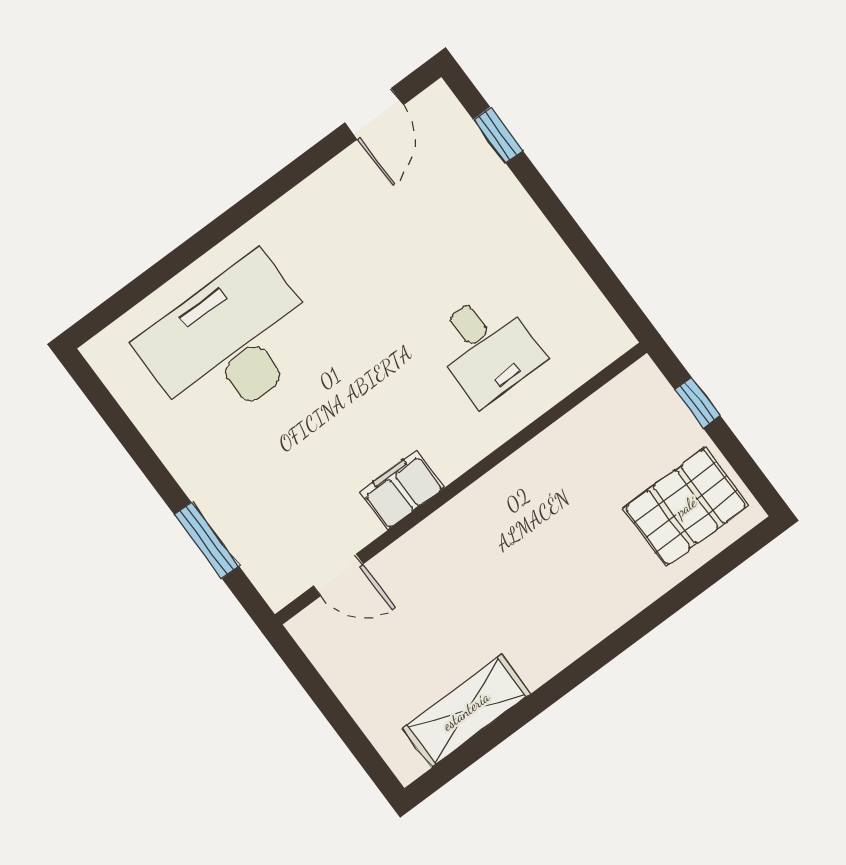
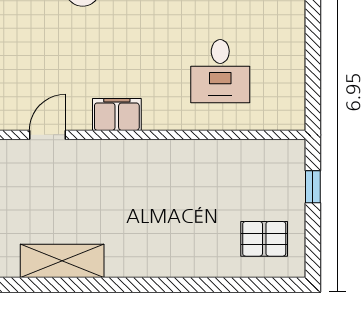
pallet: (686, 507) -> (264, 239), width x0.67, depth x0.71
door: (338, 575) -> (48, 135), swing flipped

